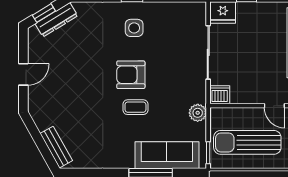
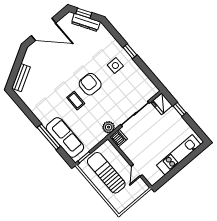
door: (23, 74) -> (44, 29), width x1.87
plant: (198, 113) -> (109, 127), moved

